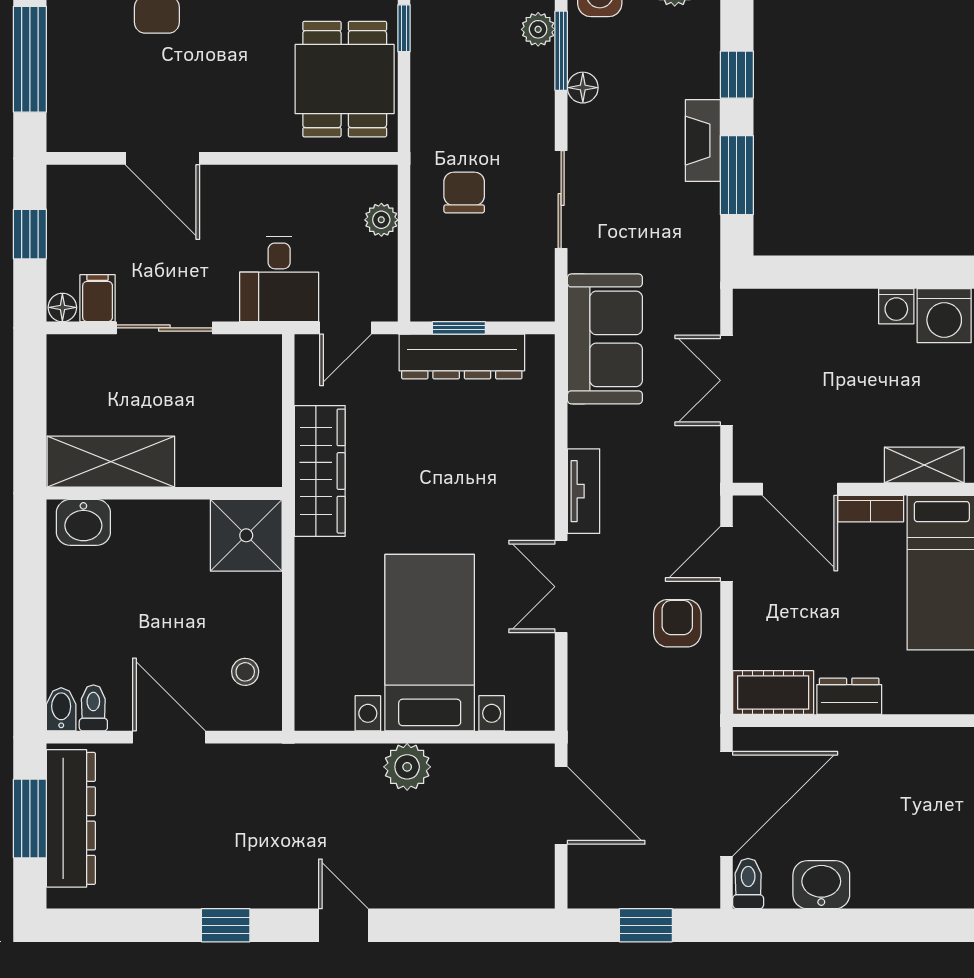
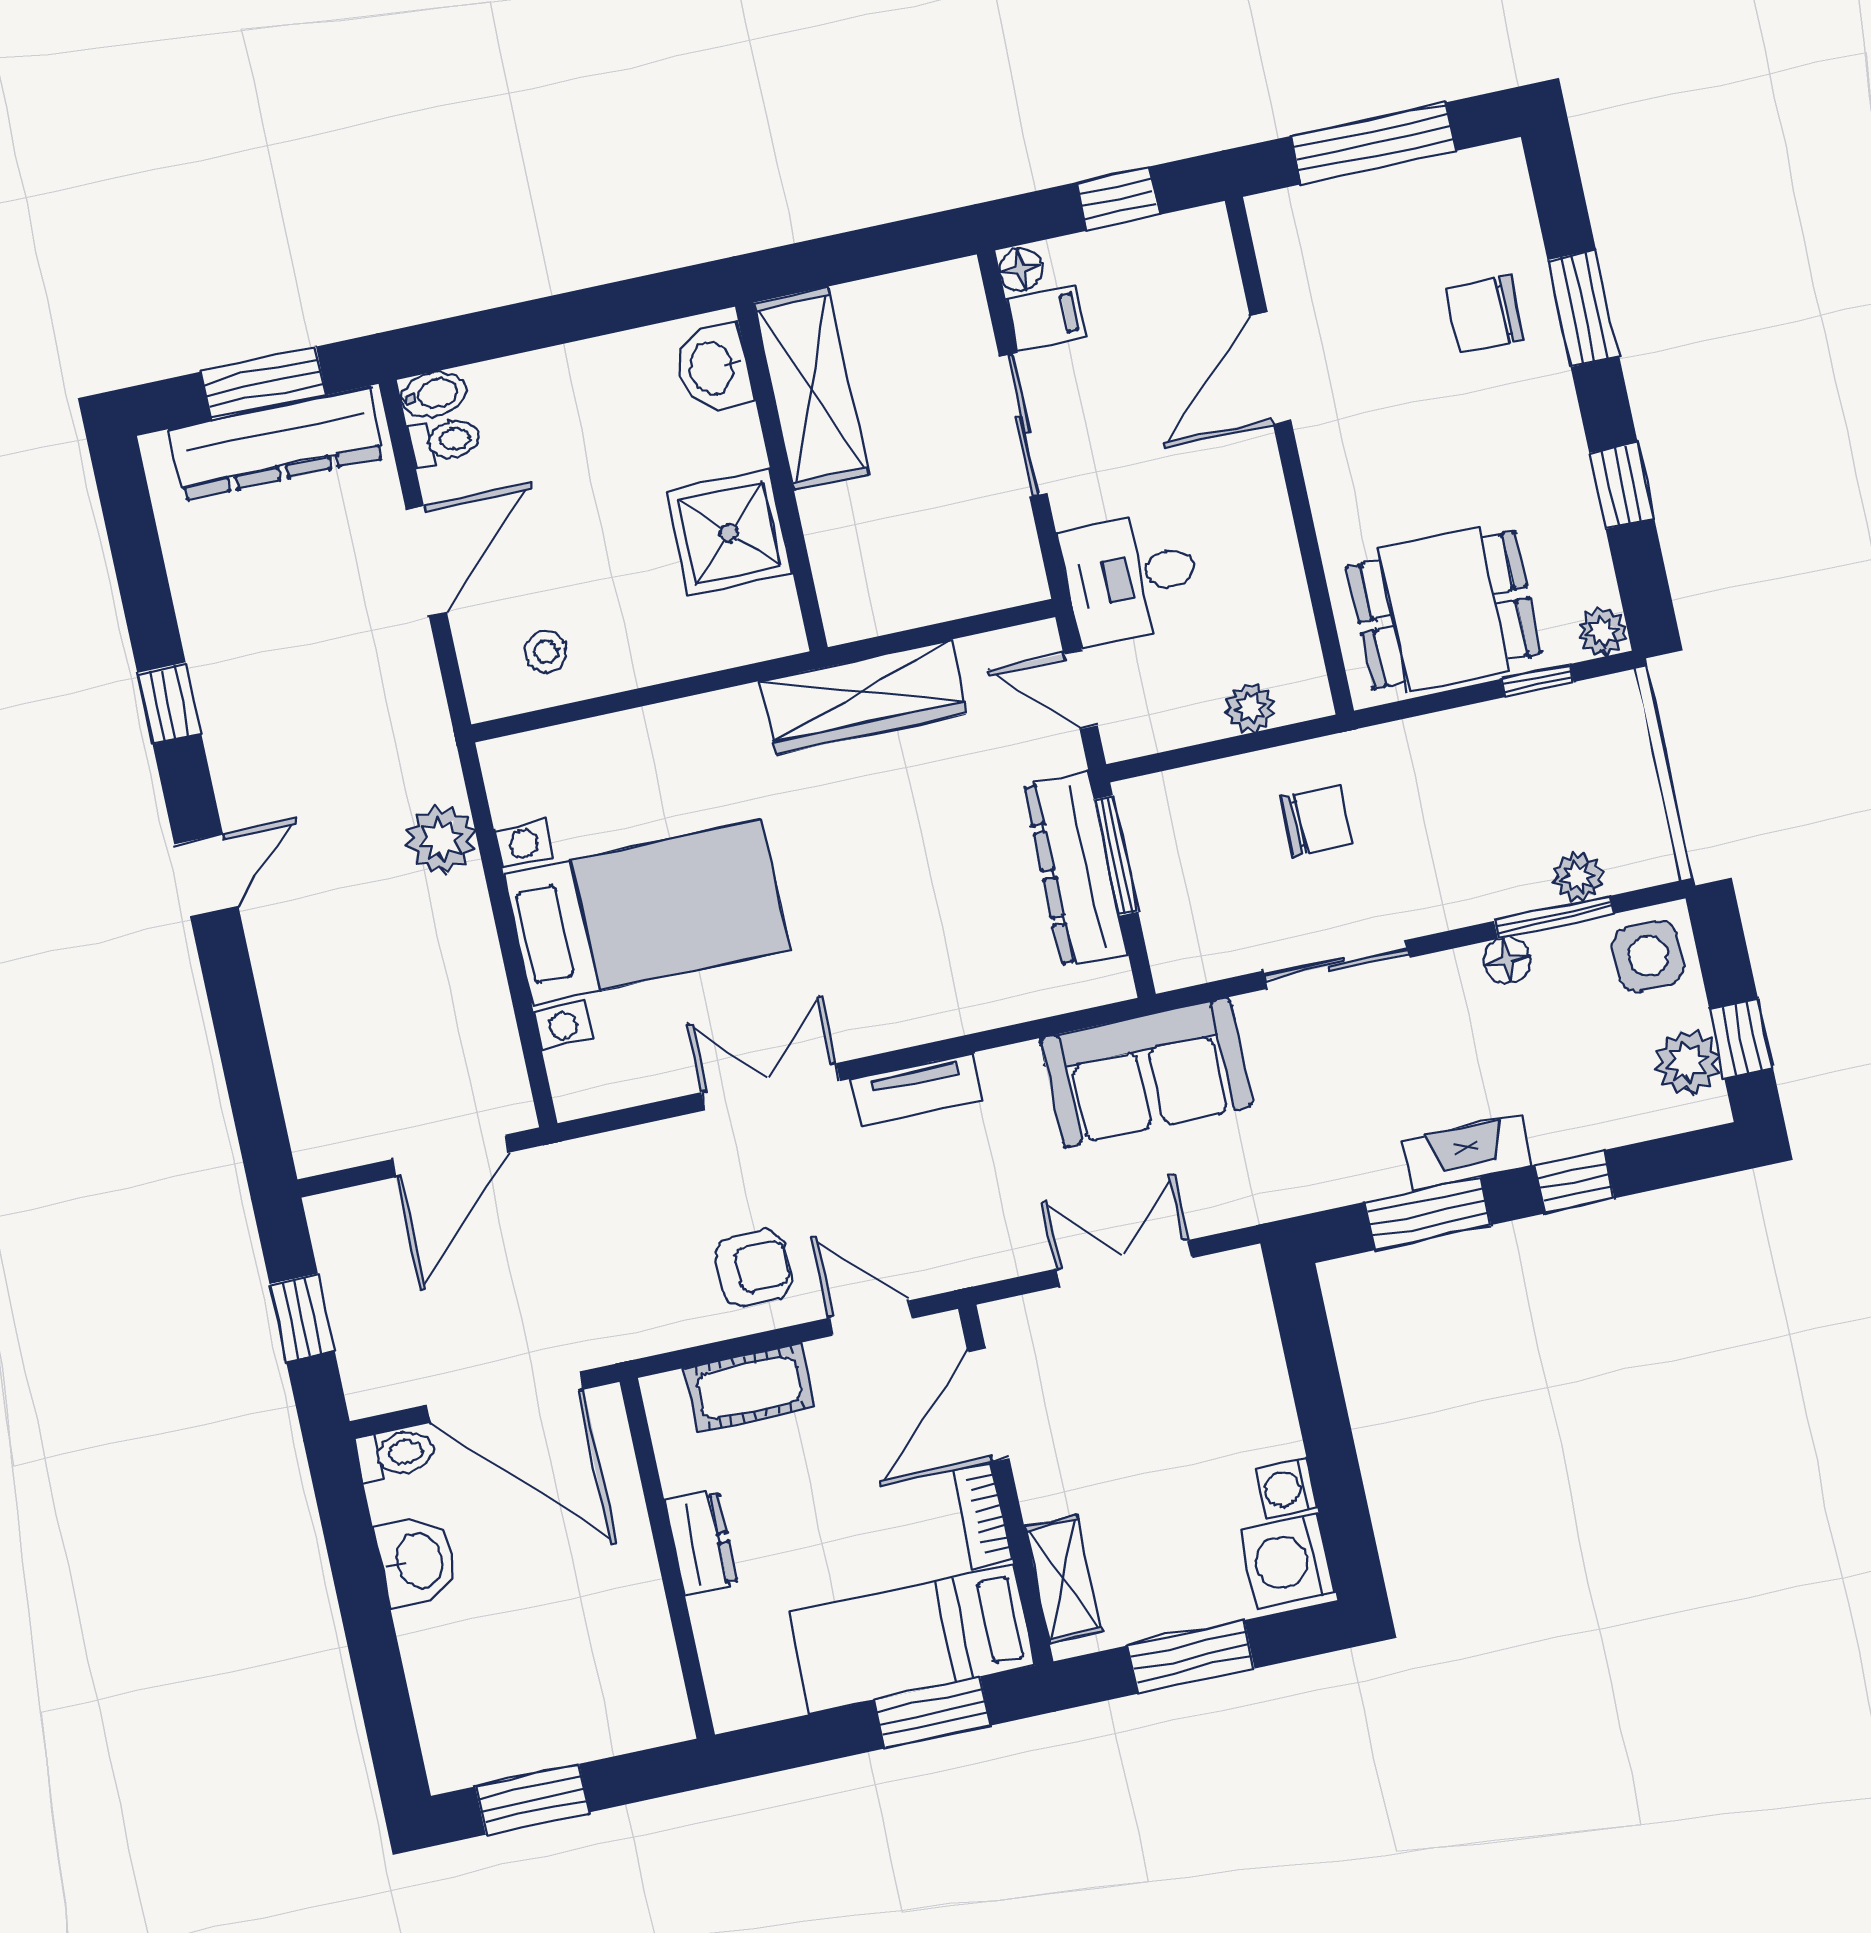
window: (459, 328) -> (1116, 855), width x1.50
shower: (246, 535) -> (729, 533), moved
cot: (773, 692) -> (749, 1387), moved, turned 90
plant: (407, 767) -> (441, 839), moved

